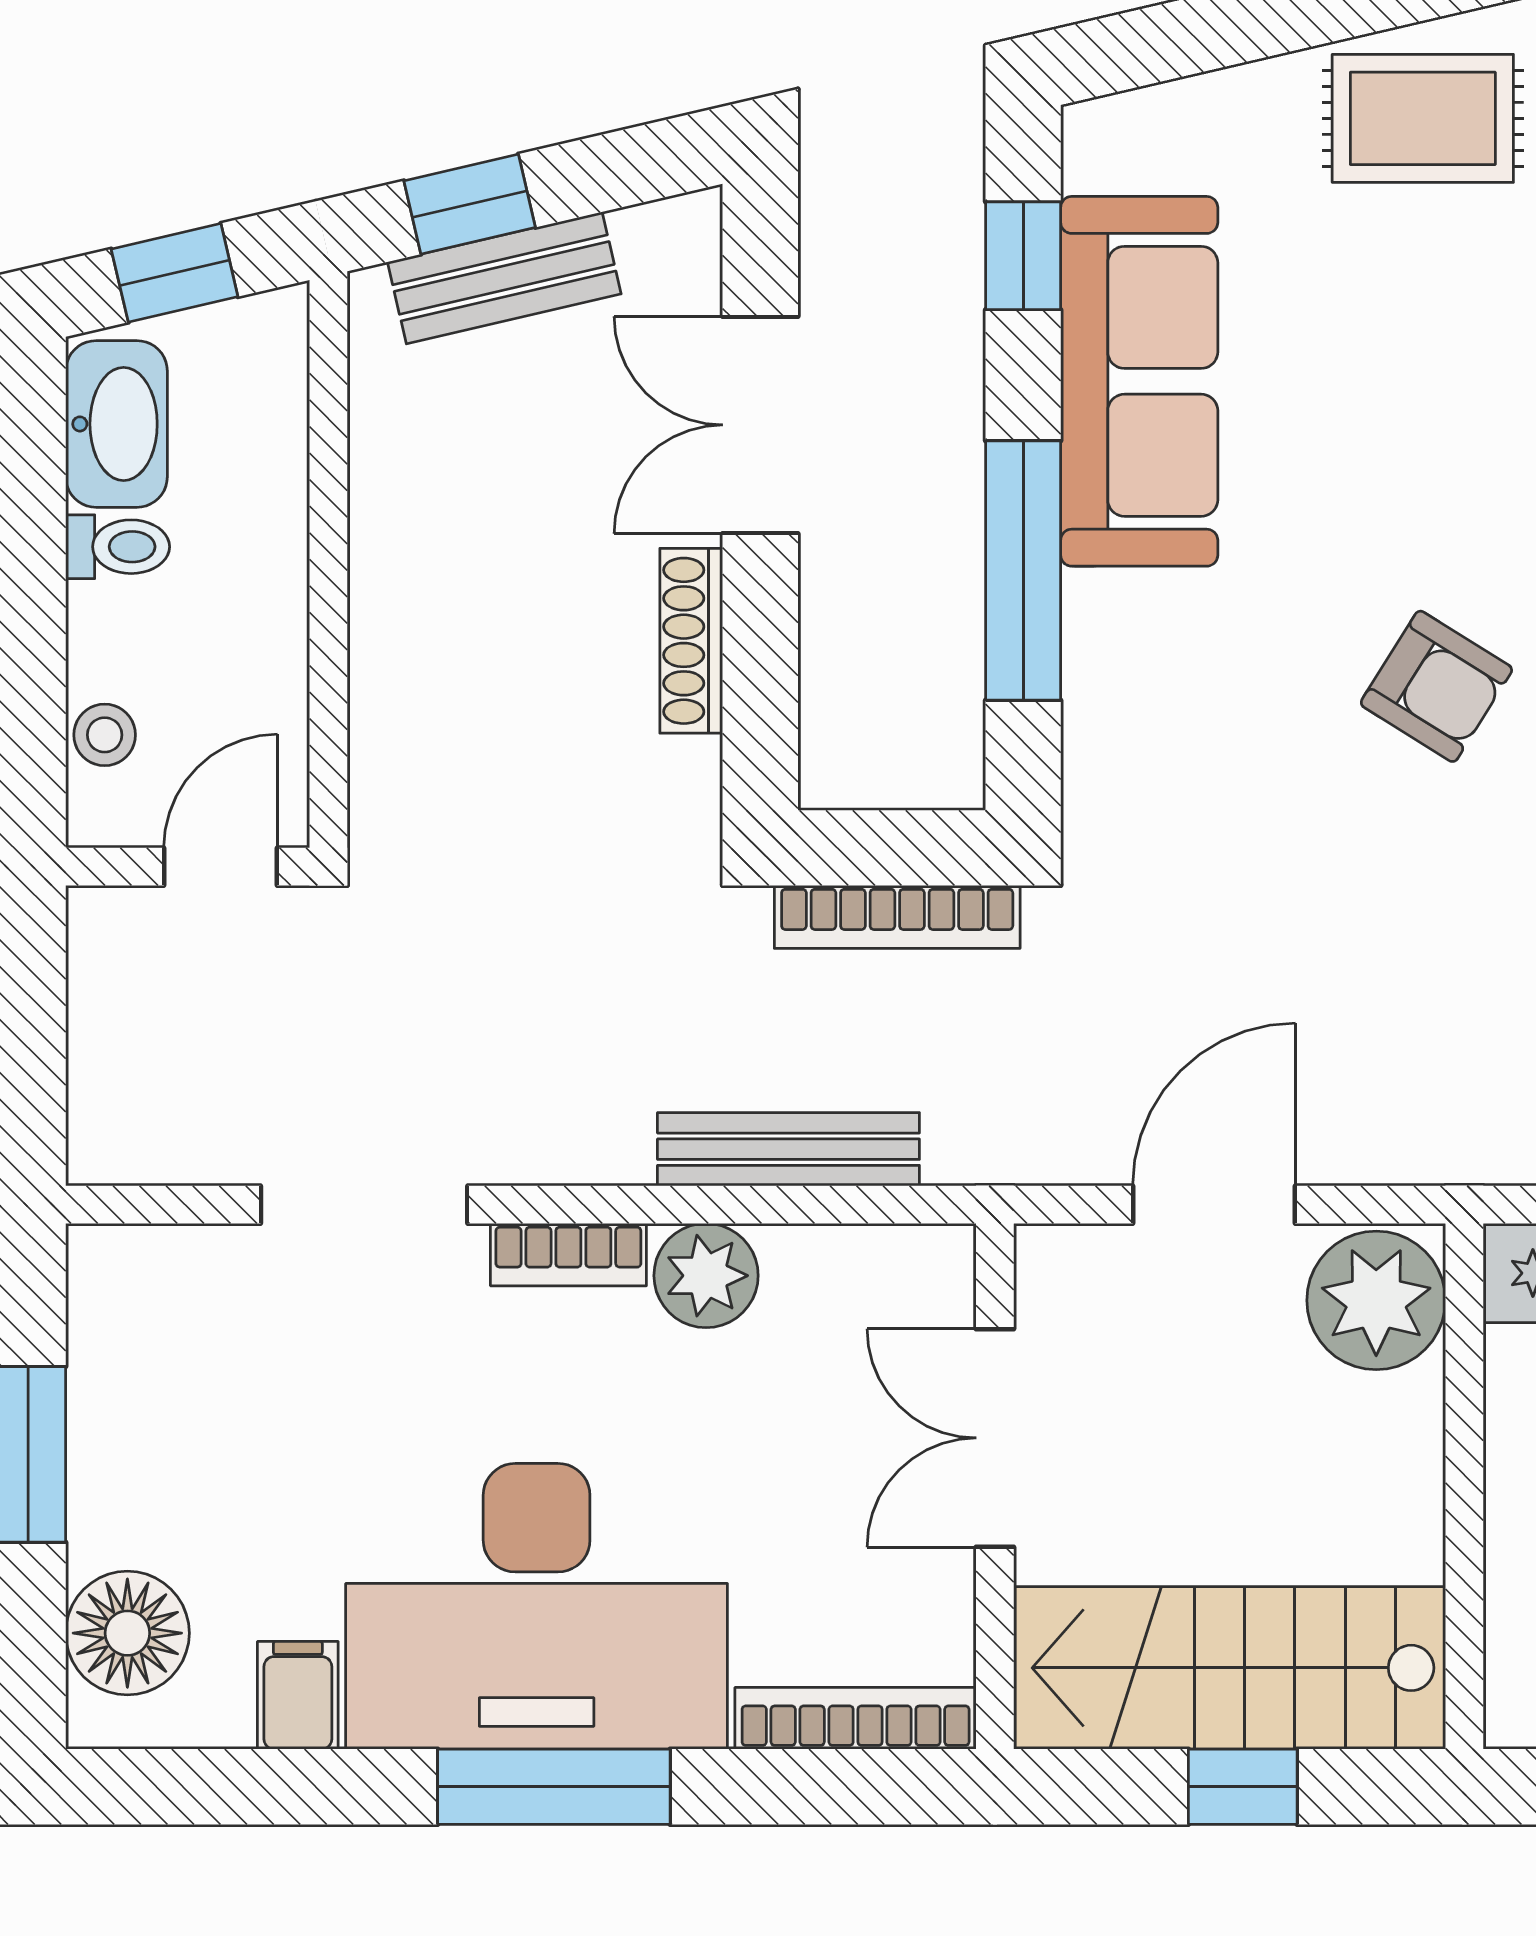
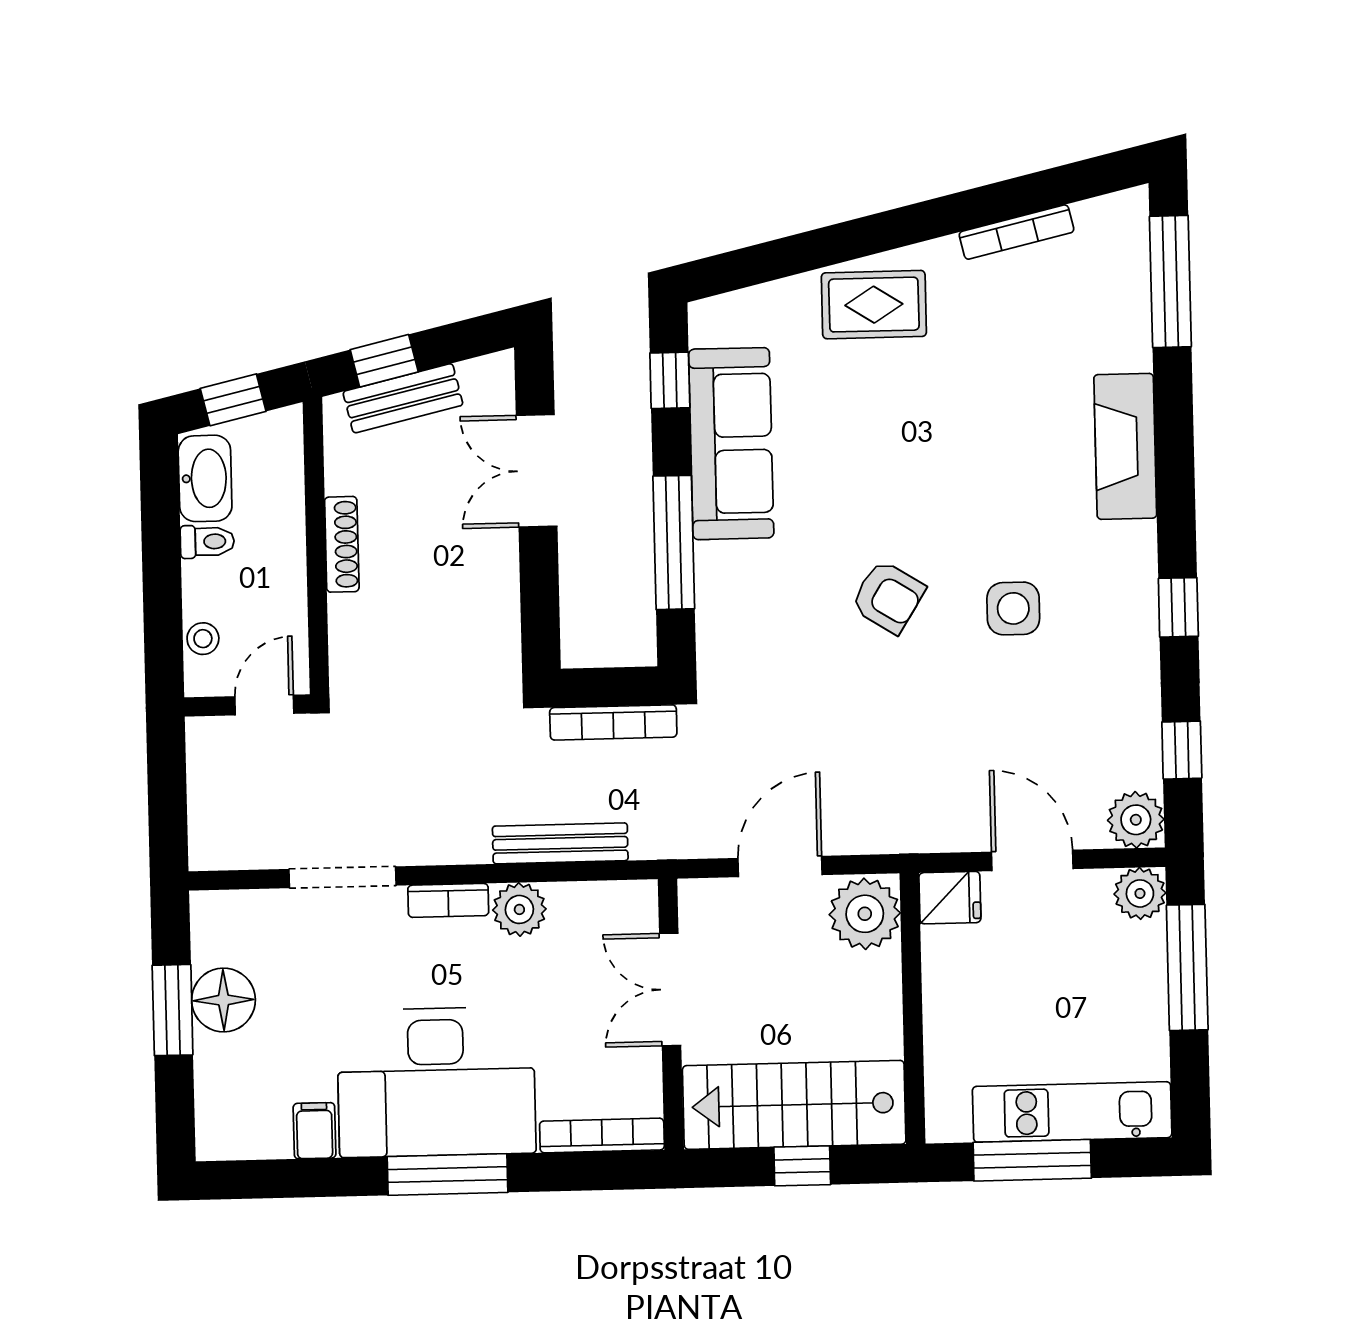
shoe rack: (691, 641) -> (342, 544), moved, turned 180
floor lamp: (127, 1633) -> (224, 1000), moved

